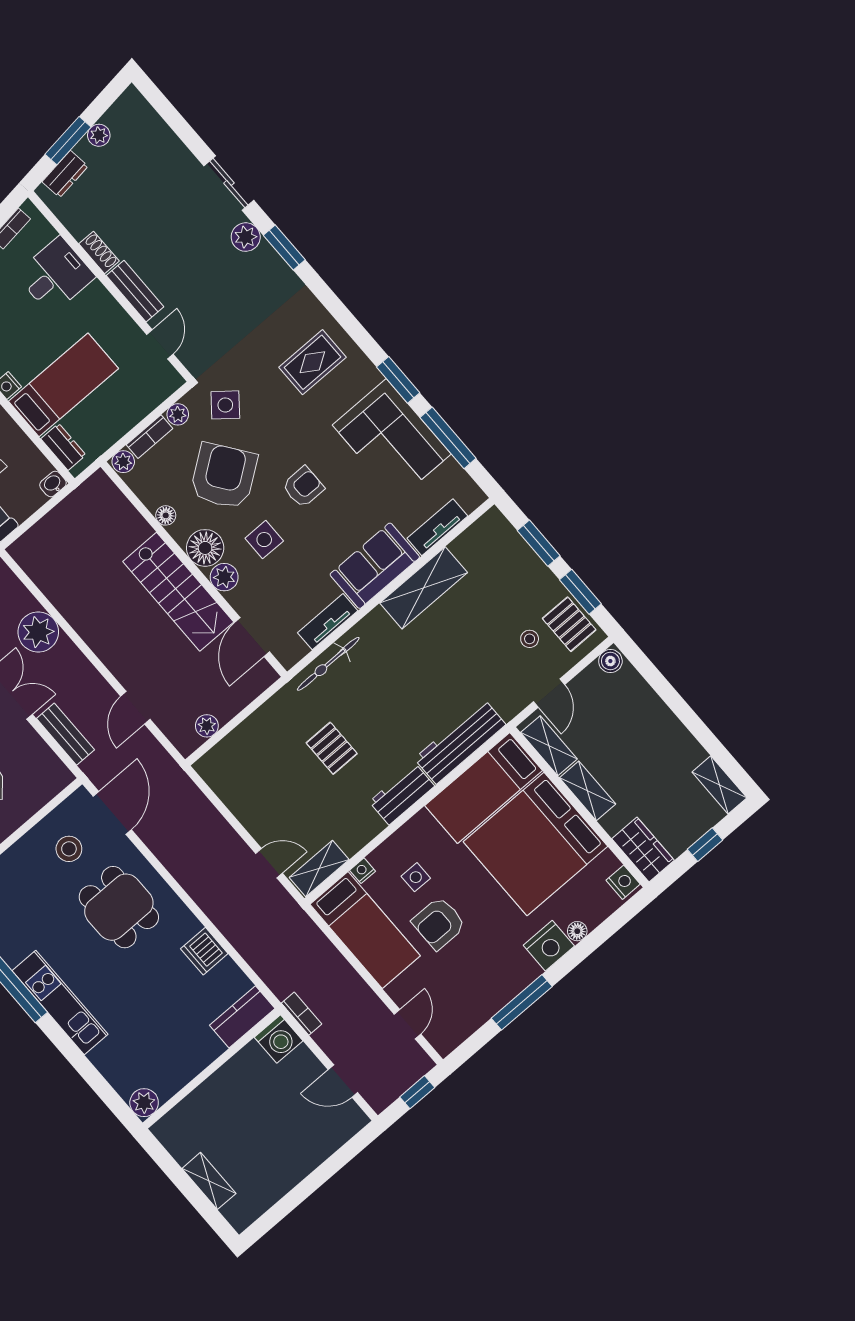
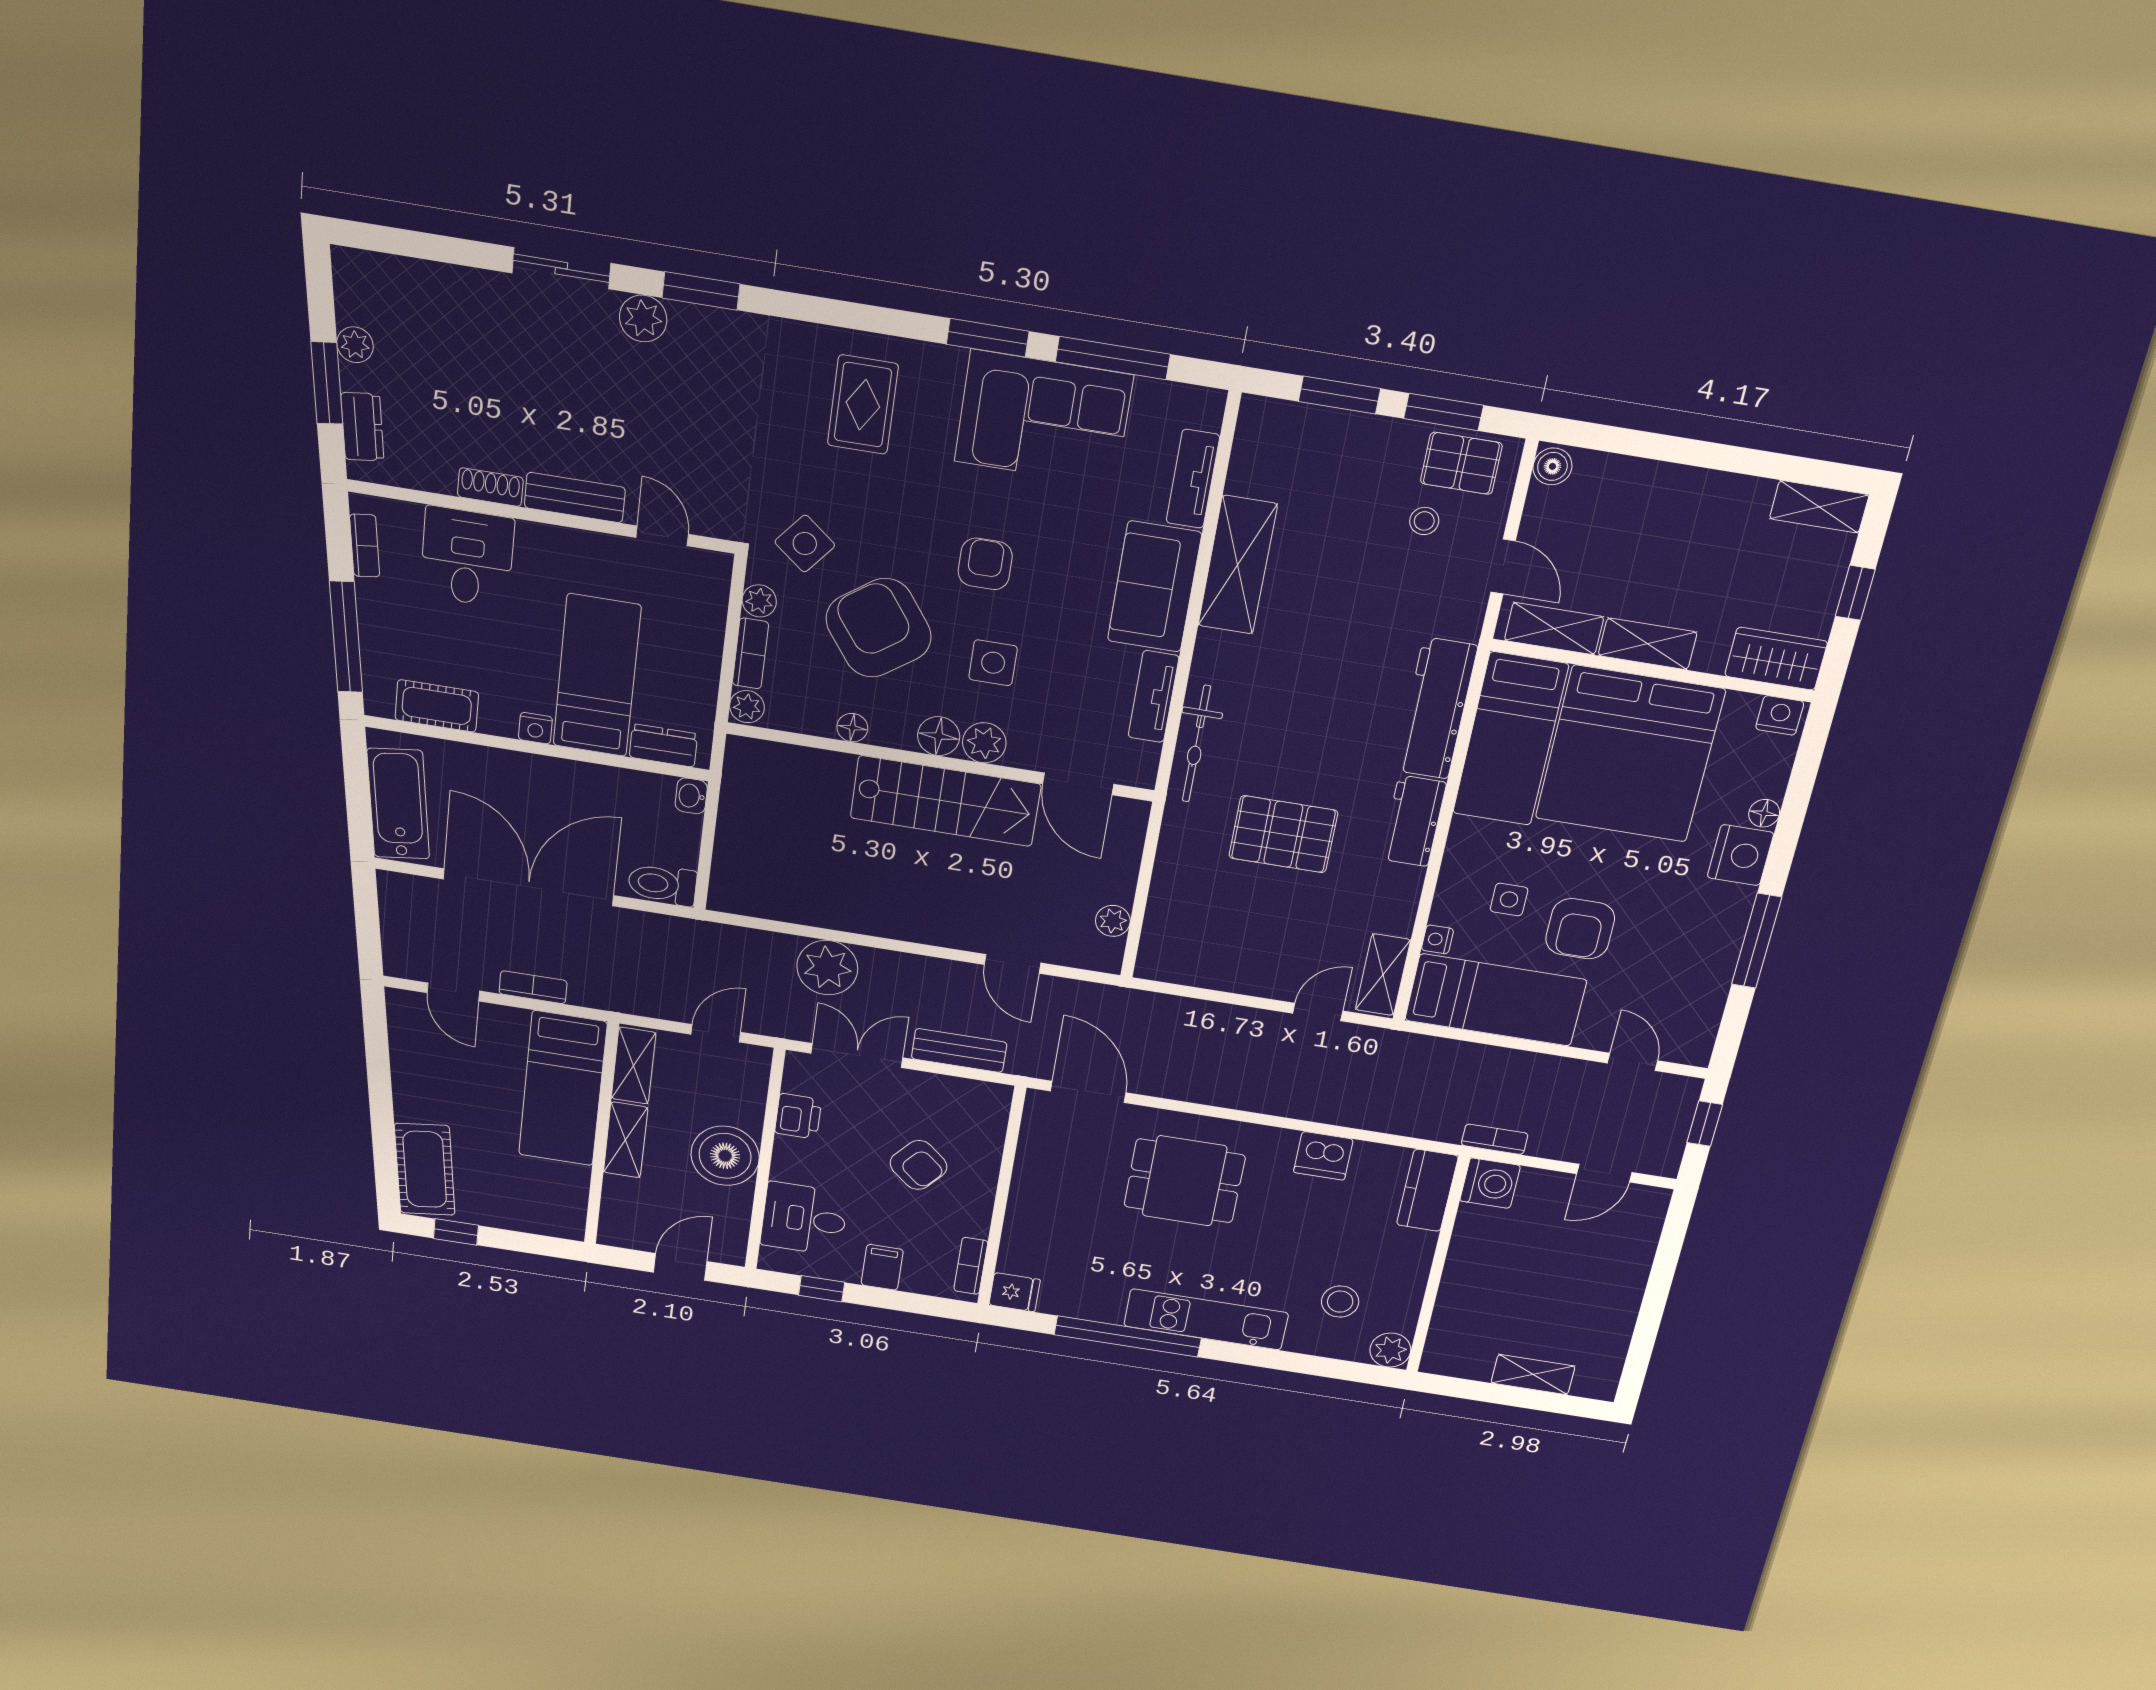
floor lamp: (205, 548) -> (939, 736), width x0.73, depth x0.73
pallet: (332, 748) -> (1283, 834), width x1.50, depth x1.42
stool: (69, 849) -> (1340, 1302), moved

